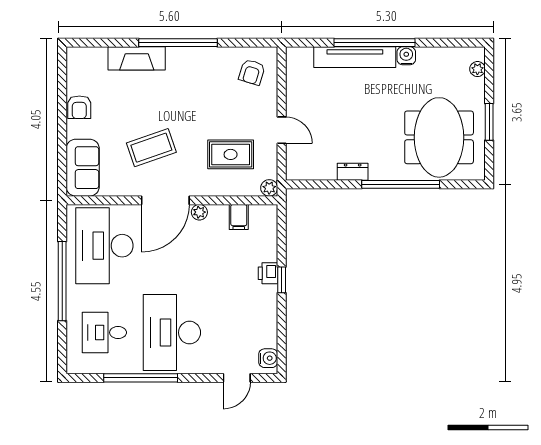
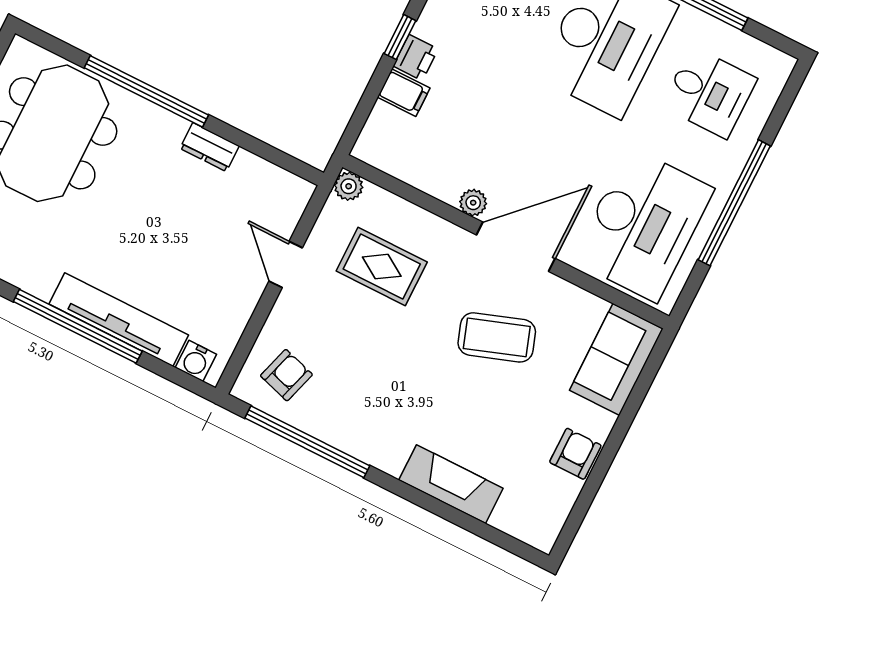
window: (178, 43) -> (307, 442), moved
water cooler: (406, 56) -> (196, 361), moved
filing cabinet: (239, 217) -> (404, 93), moved, turned 90

